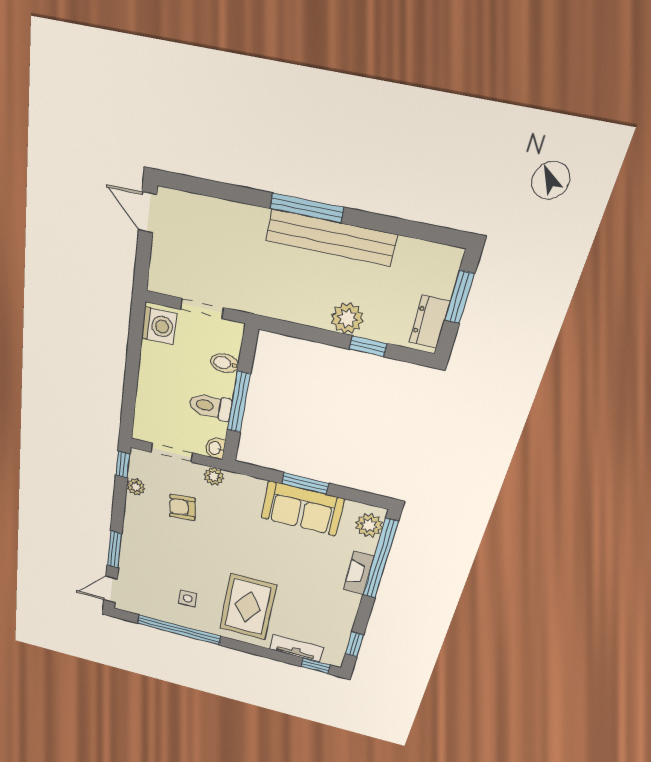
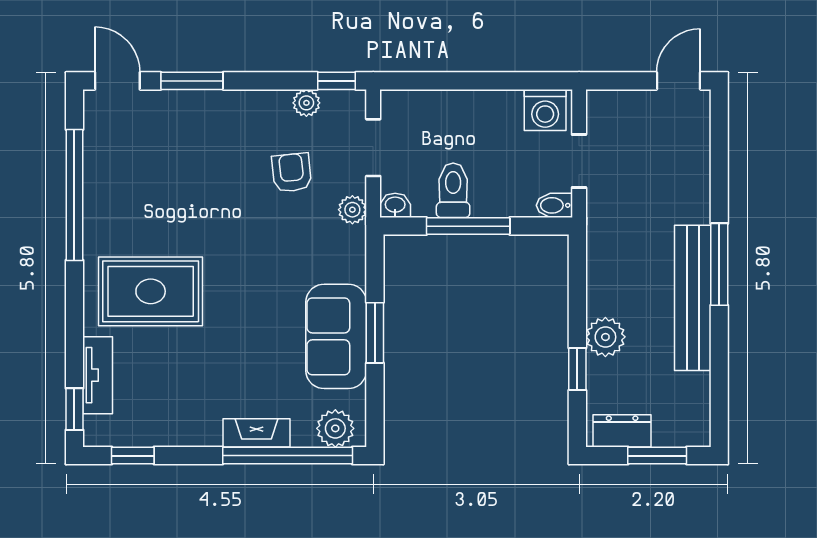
bidet: (224, 363) -> (554, 205), moved, turned -90
side table: (188, 598) -> (137, 201), removed

